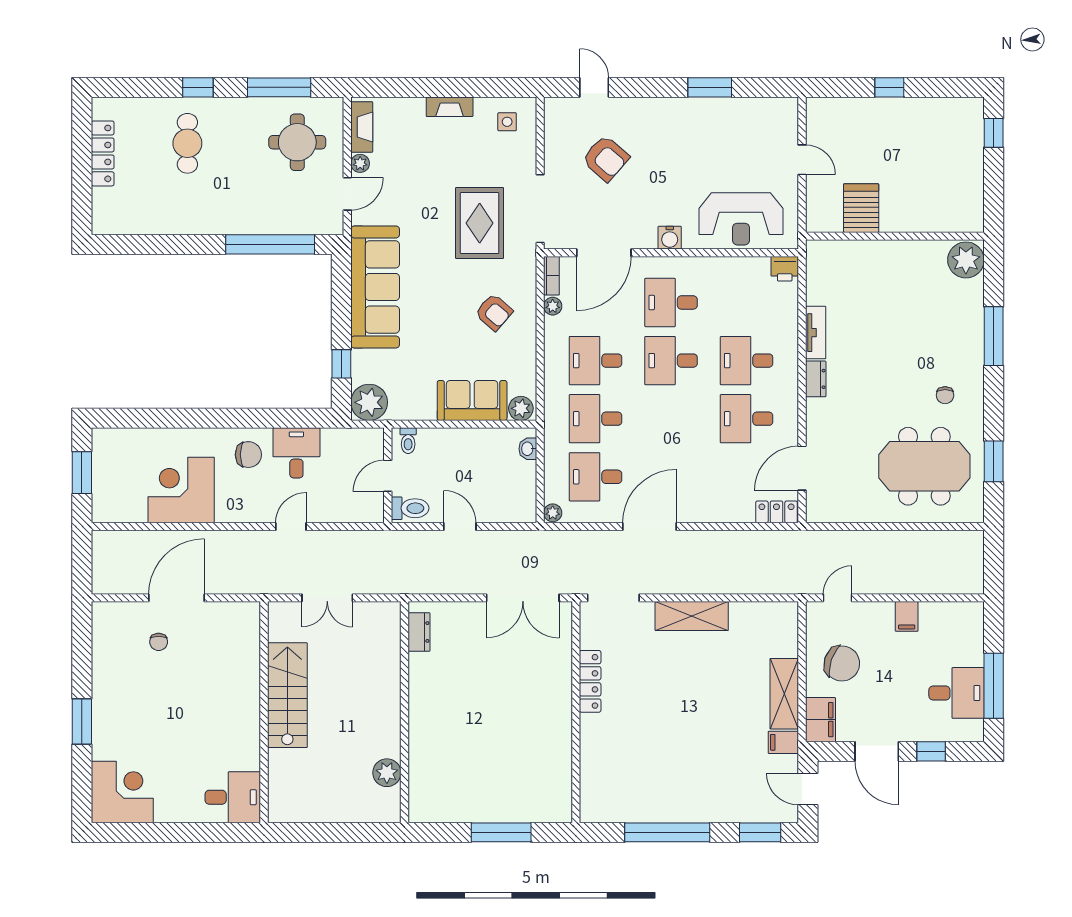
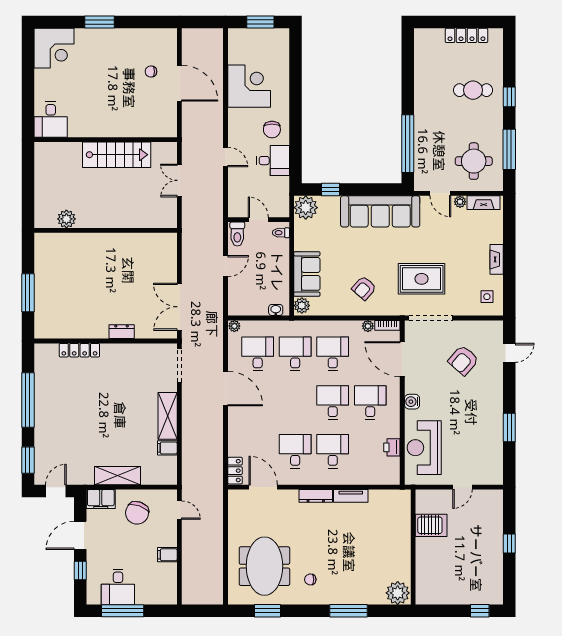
printer: (785, 269) -> (392, 447), moved
dresser: (816, 379) -> (316, 496), width x1.44
dresser: (419, 632) -> (122, 332), moved, turned 180
locker: (590, 681) -> (79, 350), moved
filing cabinet: (783, 742) -> (167, 448), moved, turned -90

